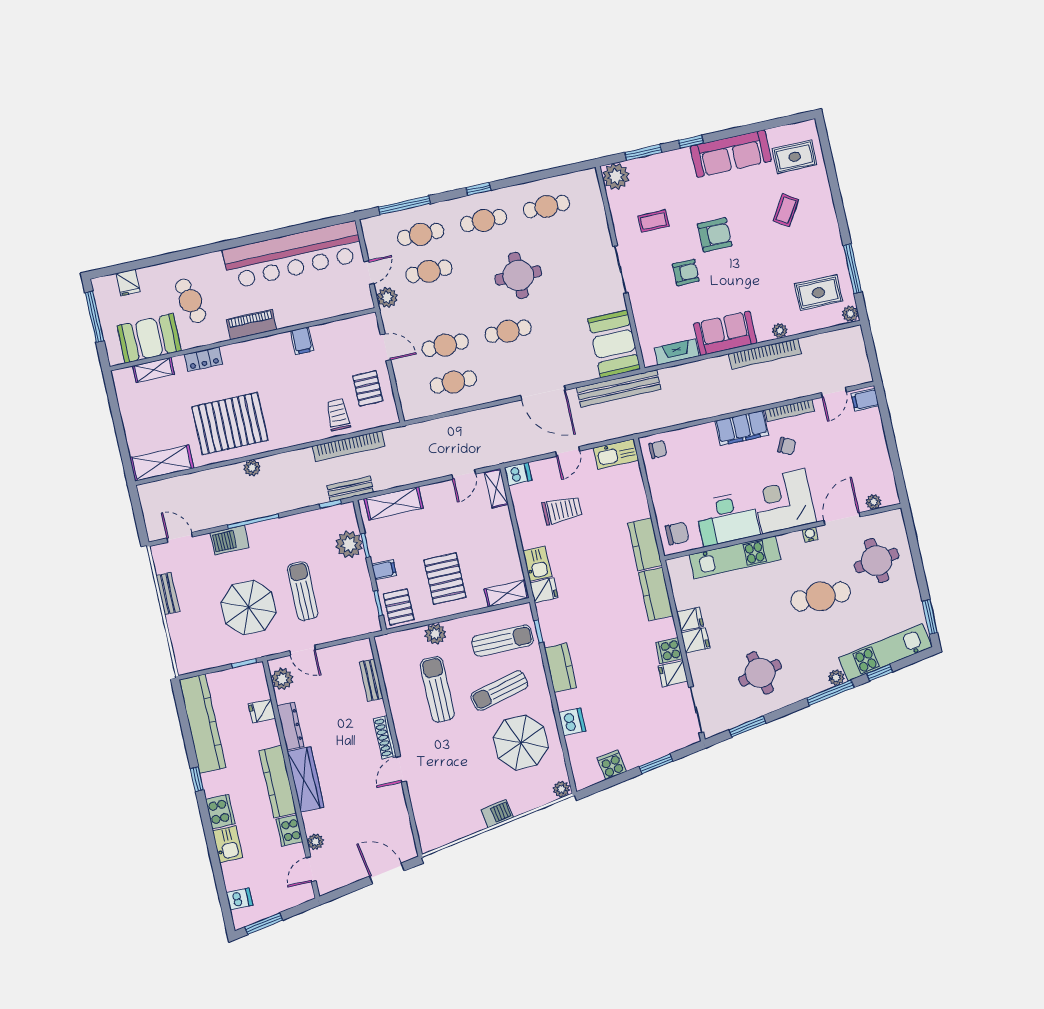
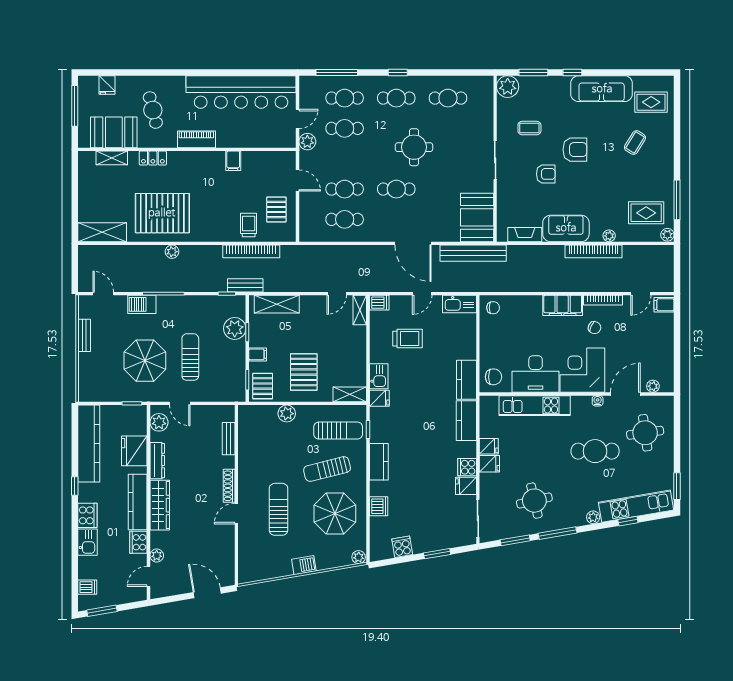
sun lounger: (437, 689) -> (278, 509), moved
window: (830, 693) -> (558, 533), moved
fridge: (262, 711) -> (134, 451), width x1.88, depth x1.34

